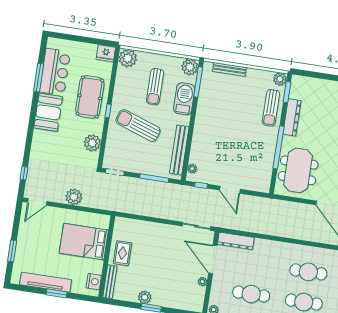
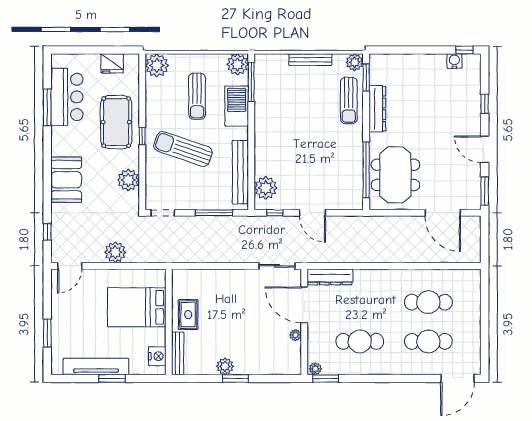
fridge: (106, 53) -> (112, 63), moved
bench: (229, 69) -> (310, 60), moved
booth: (48, 112) -> (66, 180), moved
window: (278, 147) -> (366, 170), moved
plant: (192, 169) -> (266, 188), width x1.87, depth x1.87

